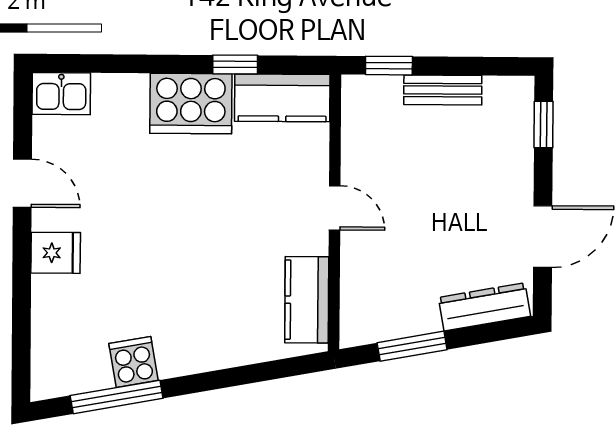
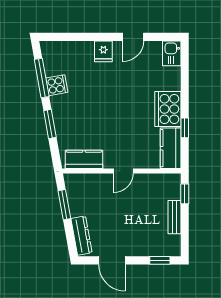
window: (224, 378) -> (50, 124), added

